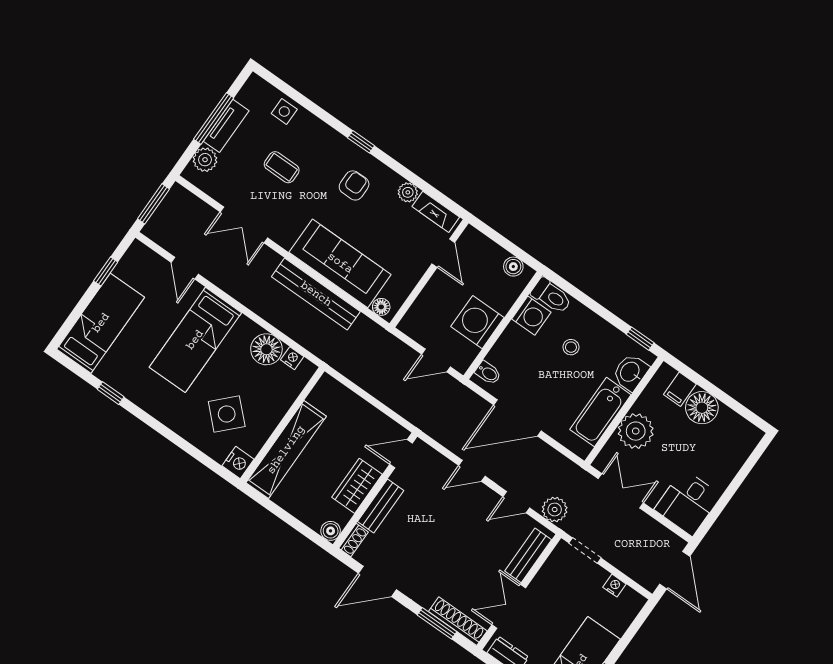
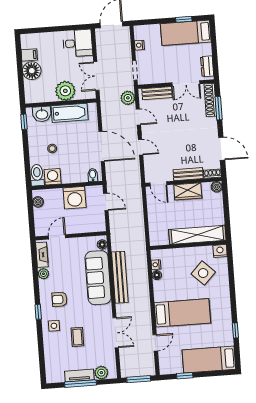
side table: (284, 111) -> (54, 326), moved
floor lamp: (266, 349) -> (157, 275), width x0.53, depth x0.53
filing cabinet: (680, 389) -> (29, 55), moved

